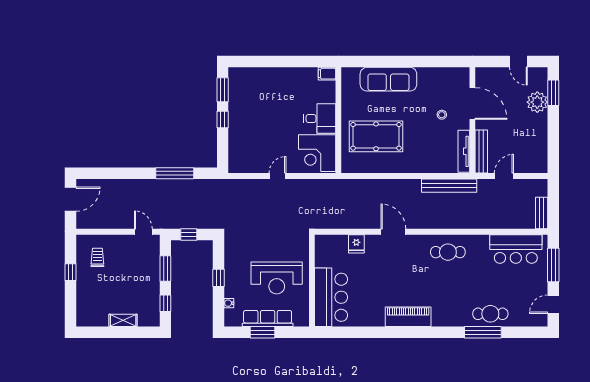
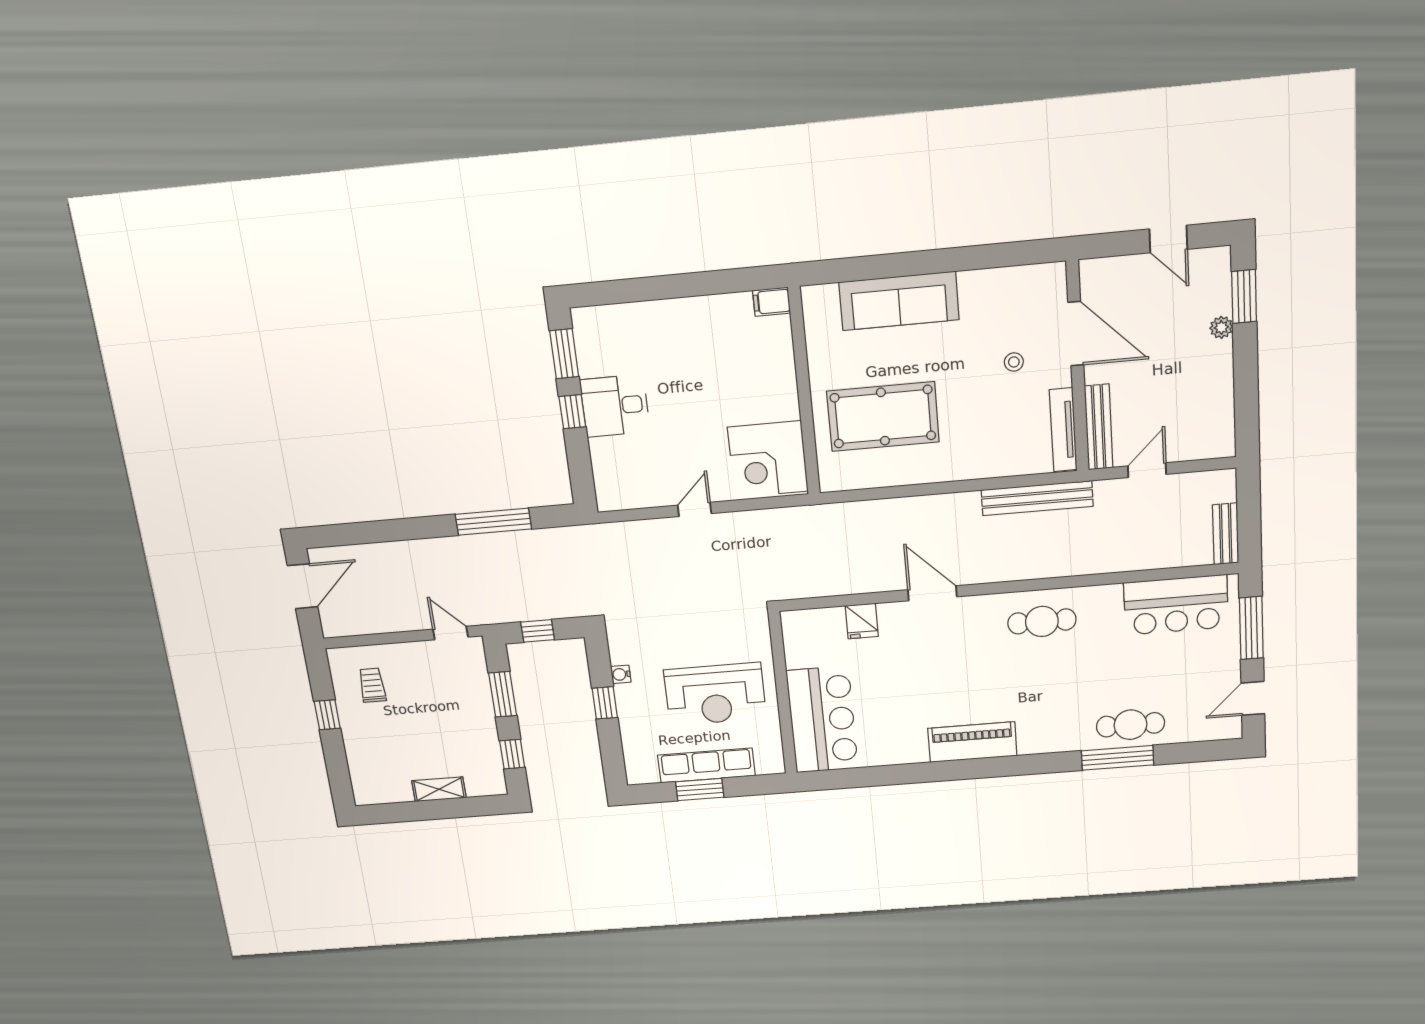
plant: (537, 102) -> (1221, 327), width x0.53, depth x0.53
desk: (320, 119) -> (615, 406), moved, turned 180
water cooler: (229, 303) -> (621, 674), moved

